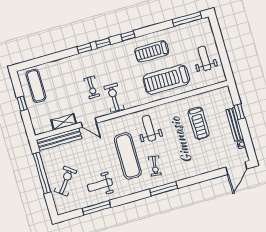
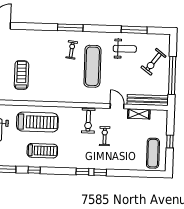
window: (128, 36) -> (34, 170), moved
weight bench: (149, 128) -> (66, 85), removed

